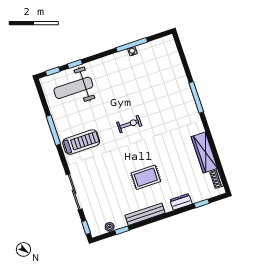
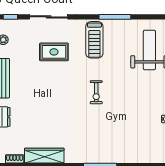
rug: (146, 177) -> (54, 52), moved, turned 90

